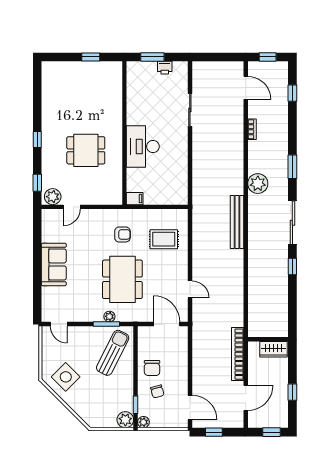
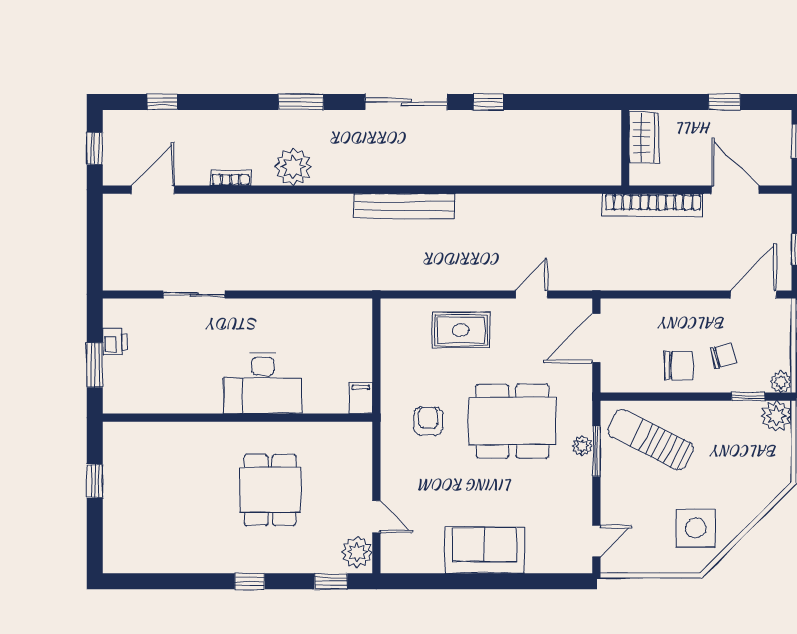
plant: (258, 184) -> (293, 167), moved
rug: (164, 239) -> (461, 330), moved, turned 90
side table: (66, 377) -> (696, 528), turned 45

